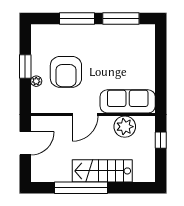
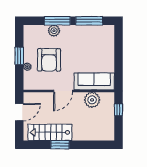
plant: (73, 32) -> (54, 31), added
stairs: (102, 171) -> (50, 132), moved
window: (81, 188) -> (60, 145), width x0.47

